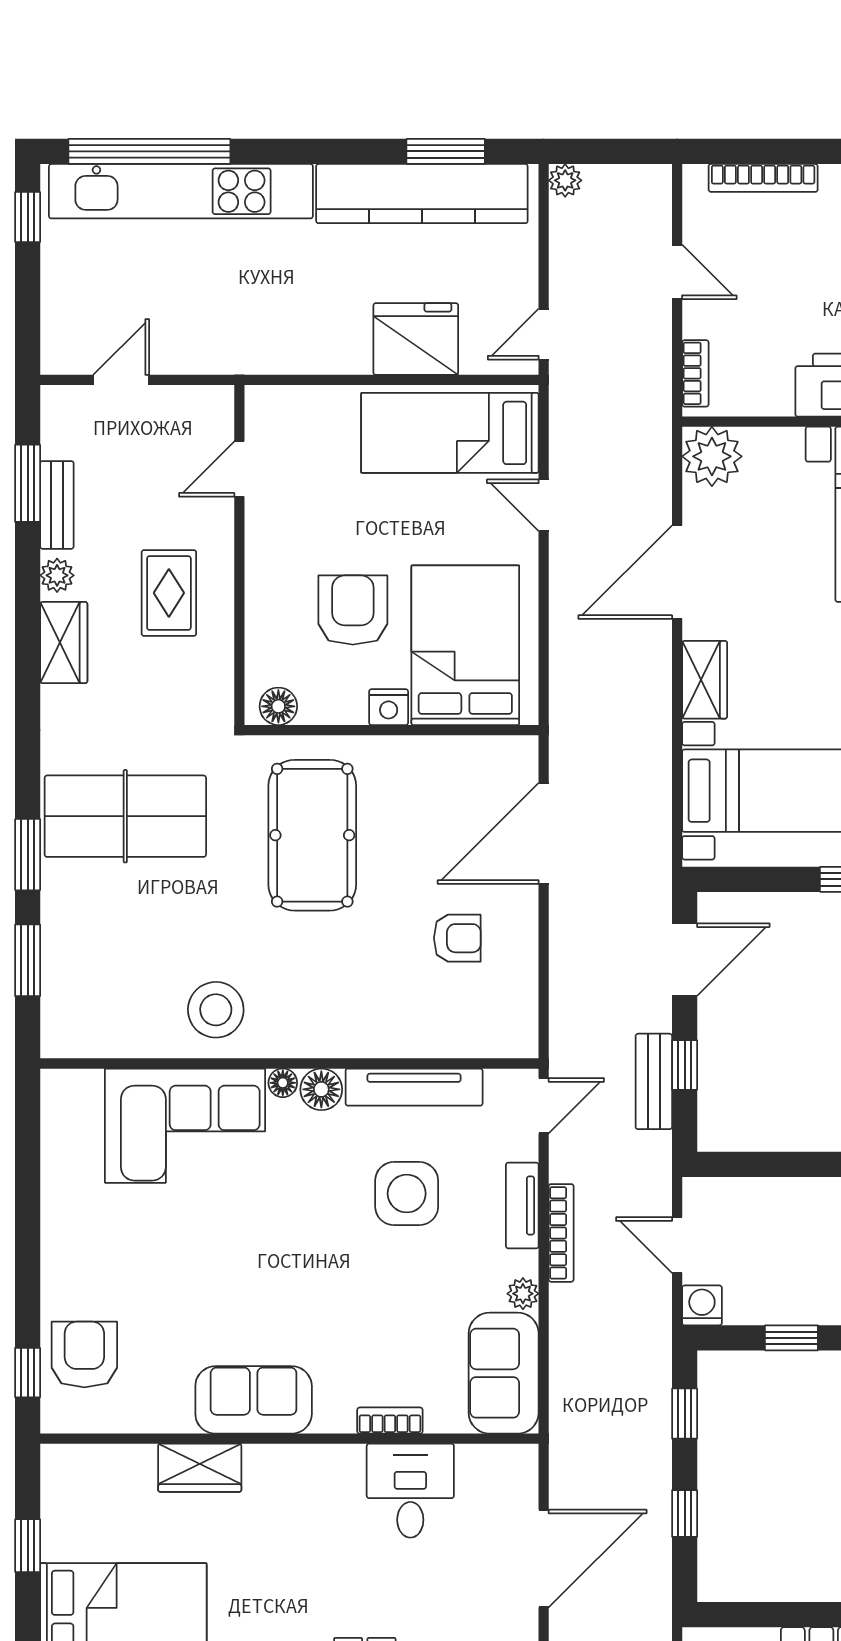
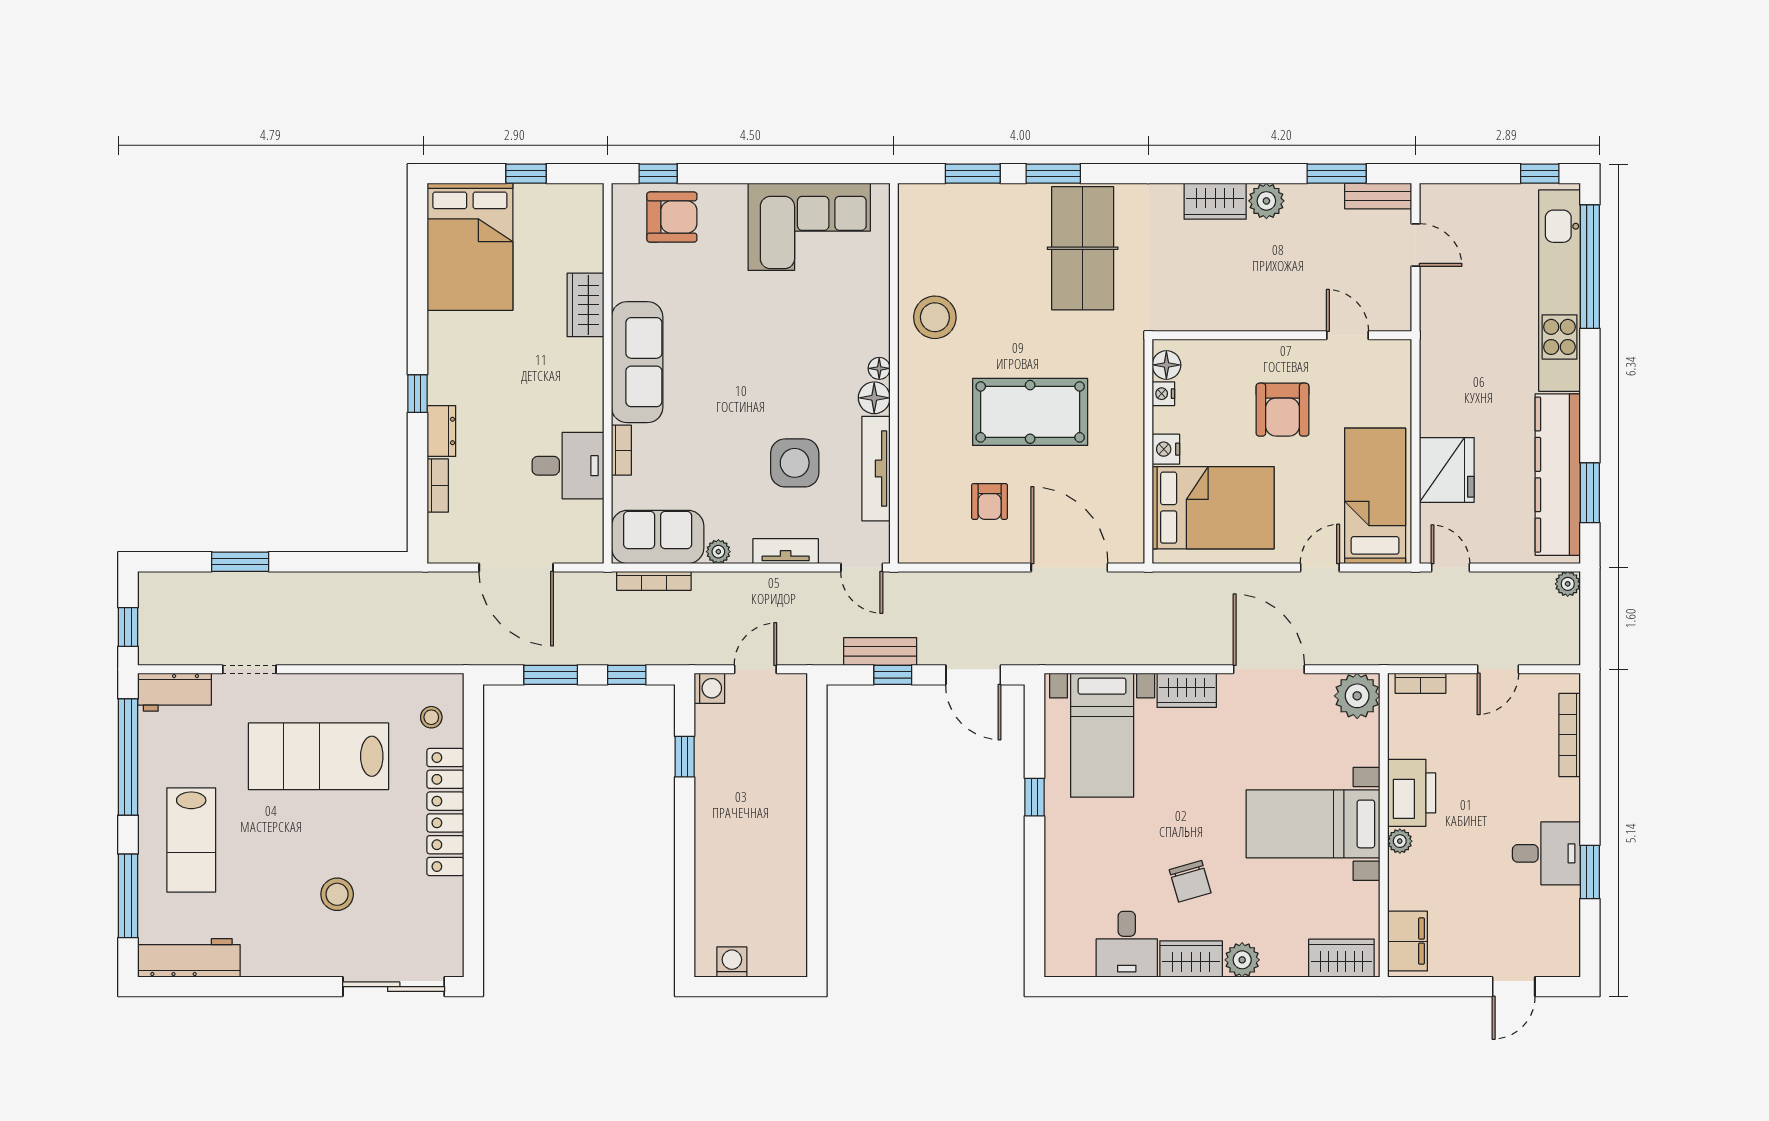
bench: (57, 505) -> (1378, 196), moved
plant: (57, 575) -> (1266, 201), width x1.38, depth x1.38
rug: (169, 593) -> (1253, 282), removed
armchair: (353, 610) -> (1283, 410), moved, turned 90
nightstand: (316, 710) -> (1163, 394), added
pool table: (312, 835) -> (1030, 412), moved
corner sofa: (185, 1126) -> (809, 227), moved, turned -90
bookcase: (561, 1233) -> (654, 581), moved
sofa: (254, 1400) -> (637, 362), width x1.36
window: (685, 1513) -> (551, 675), width x1.50

